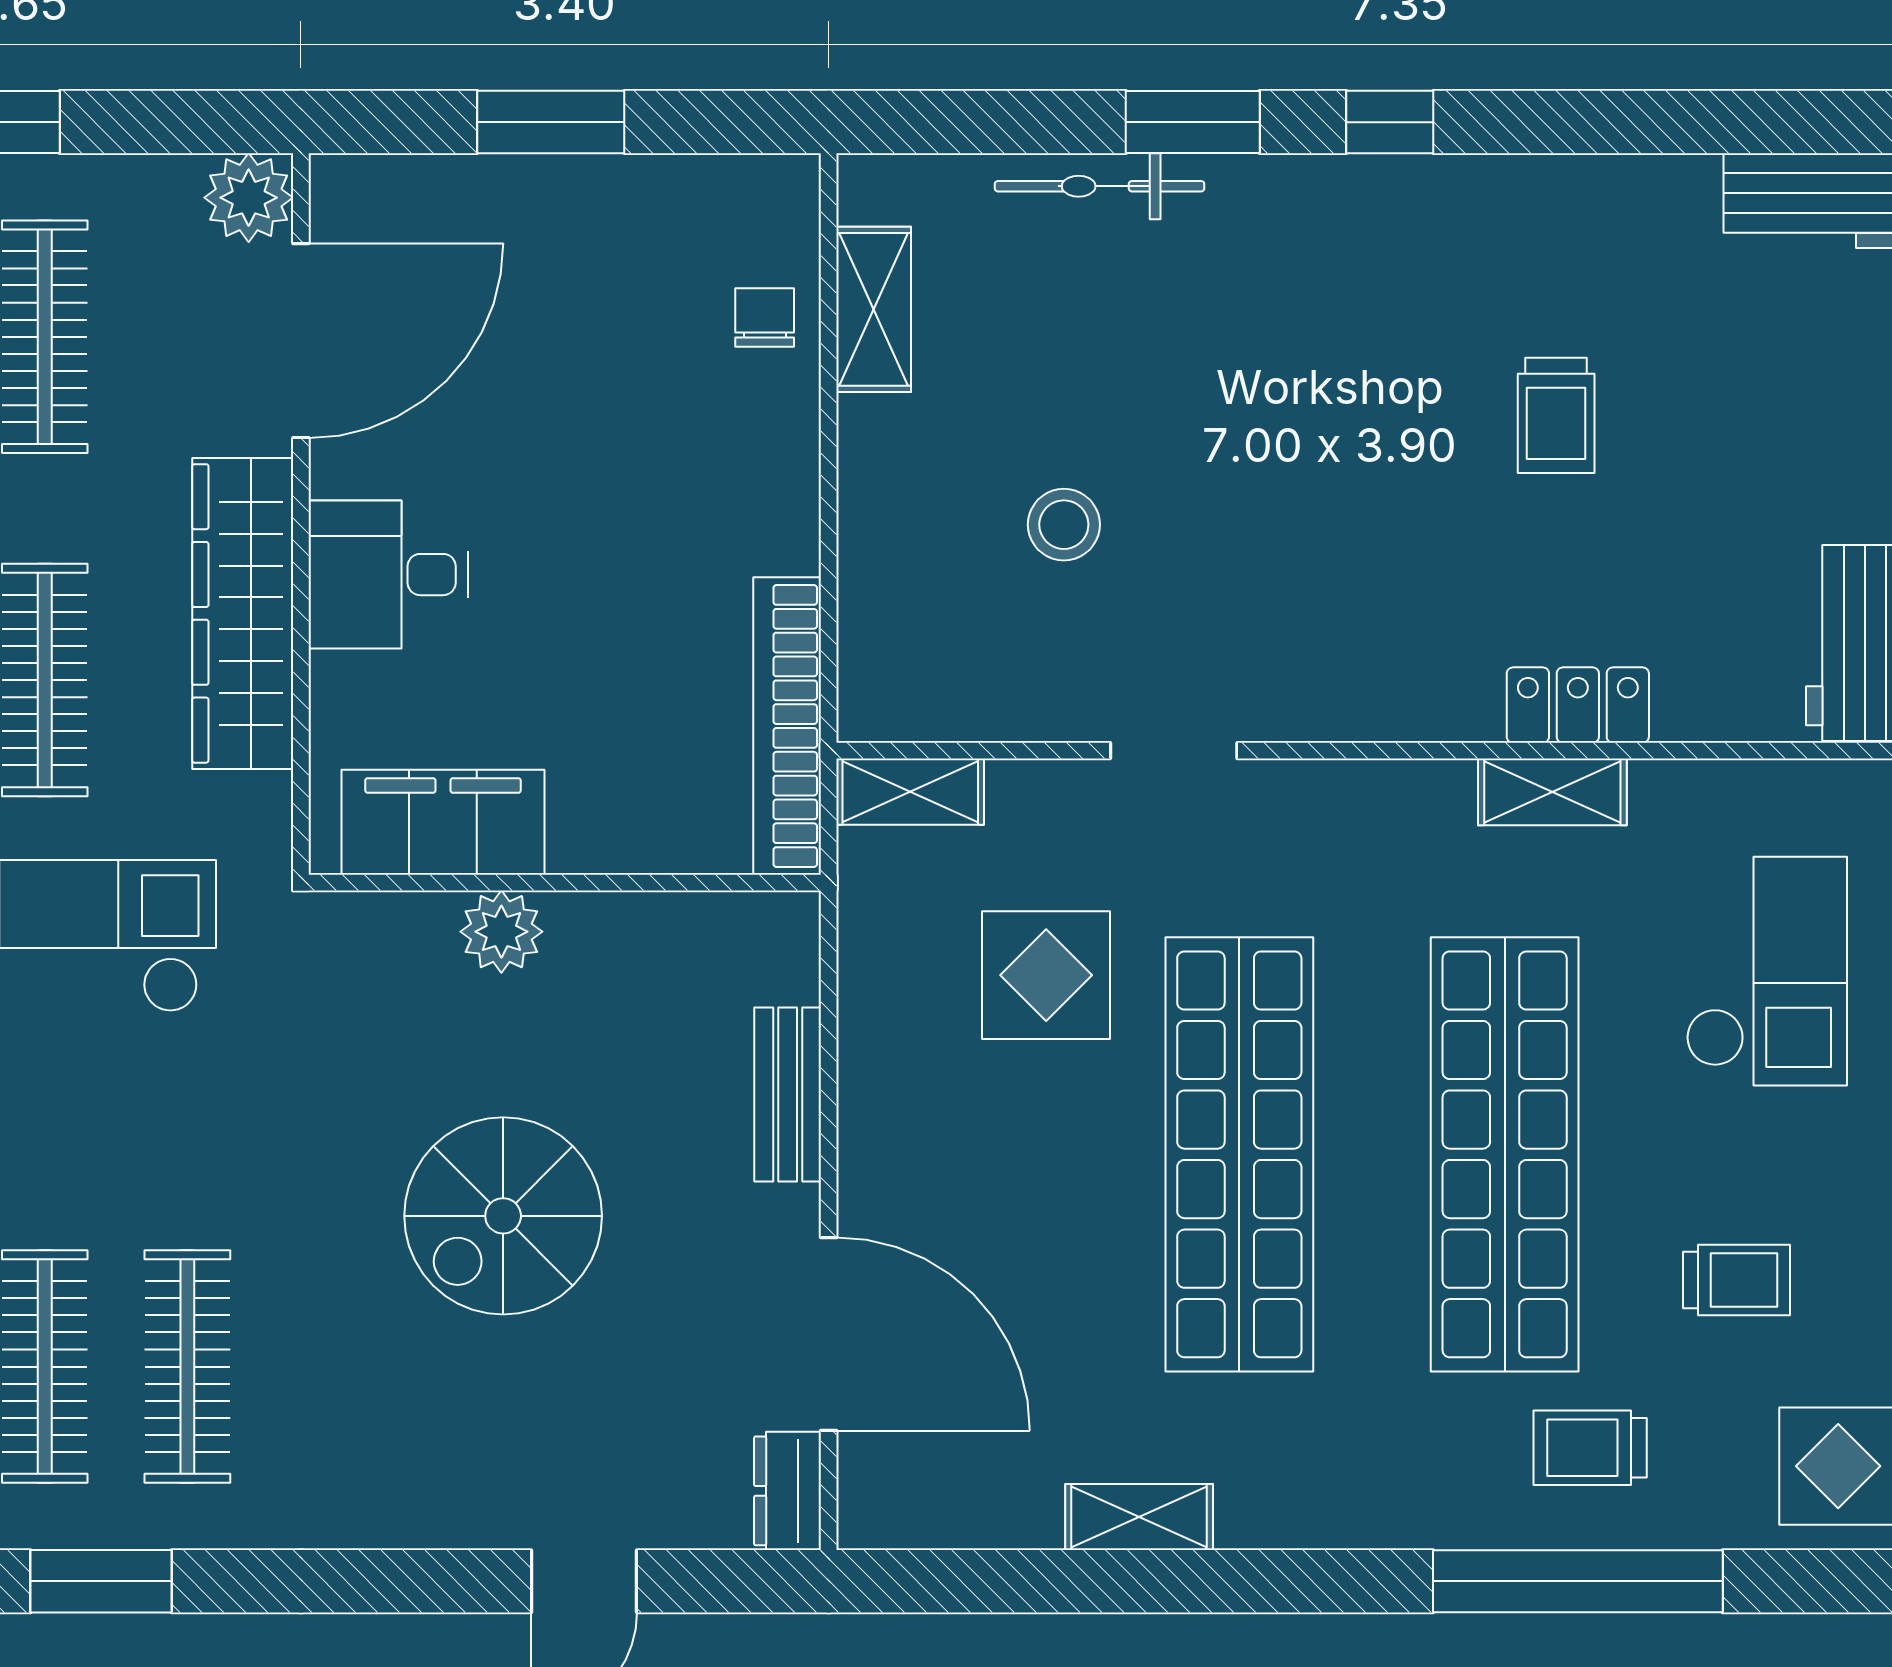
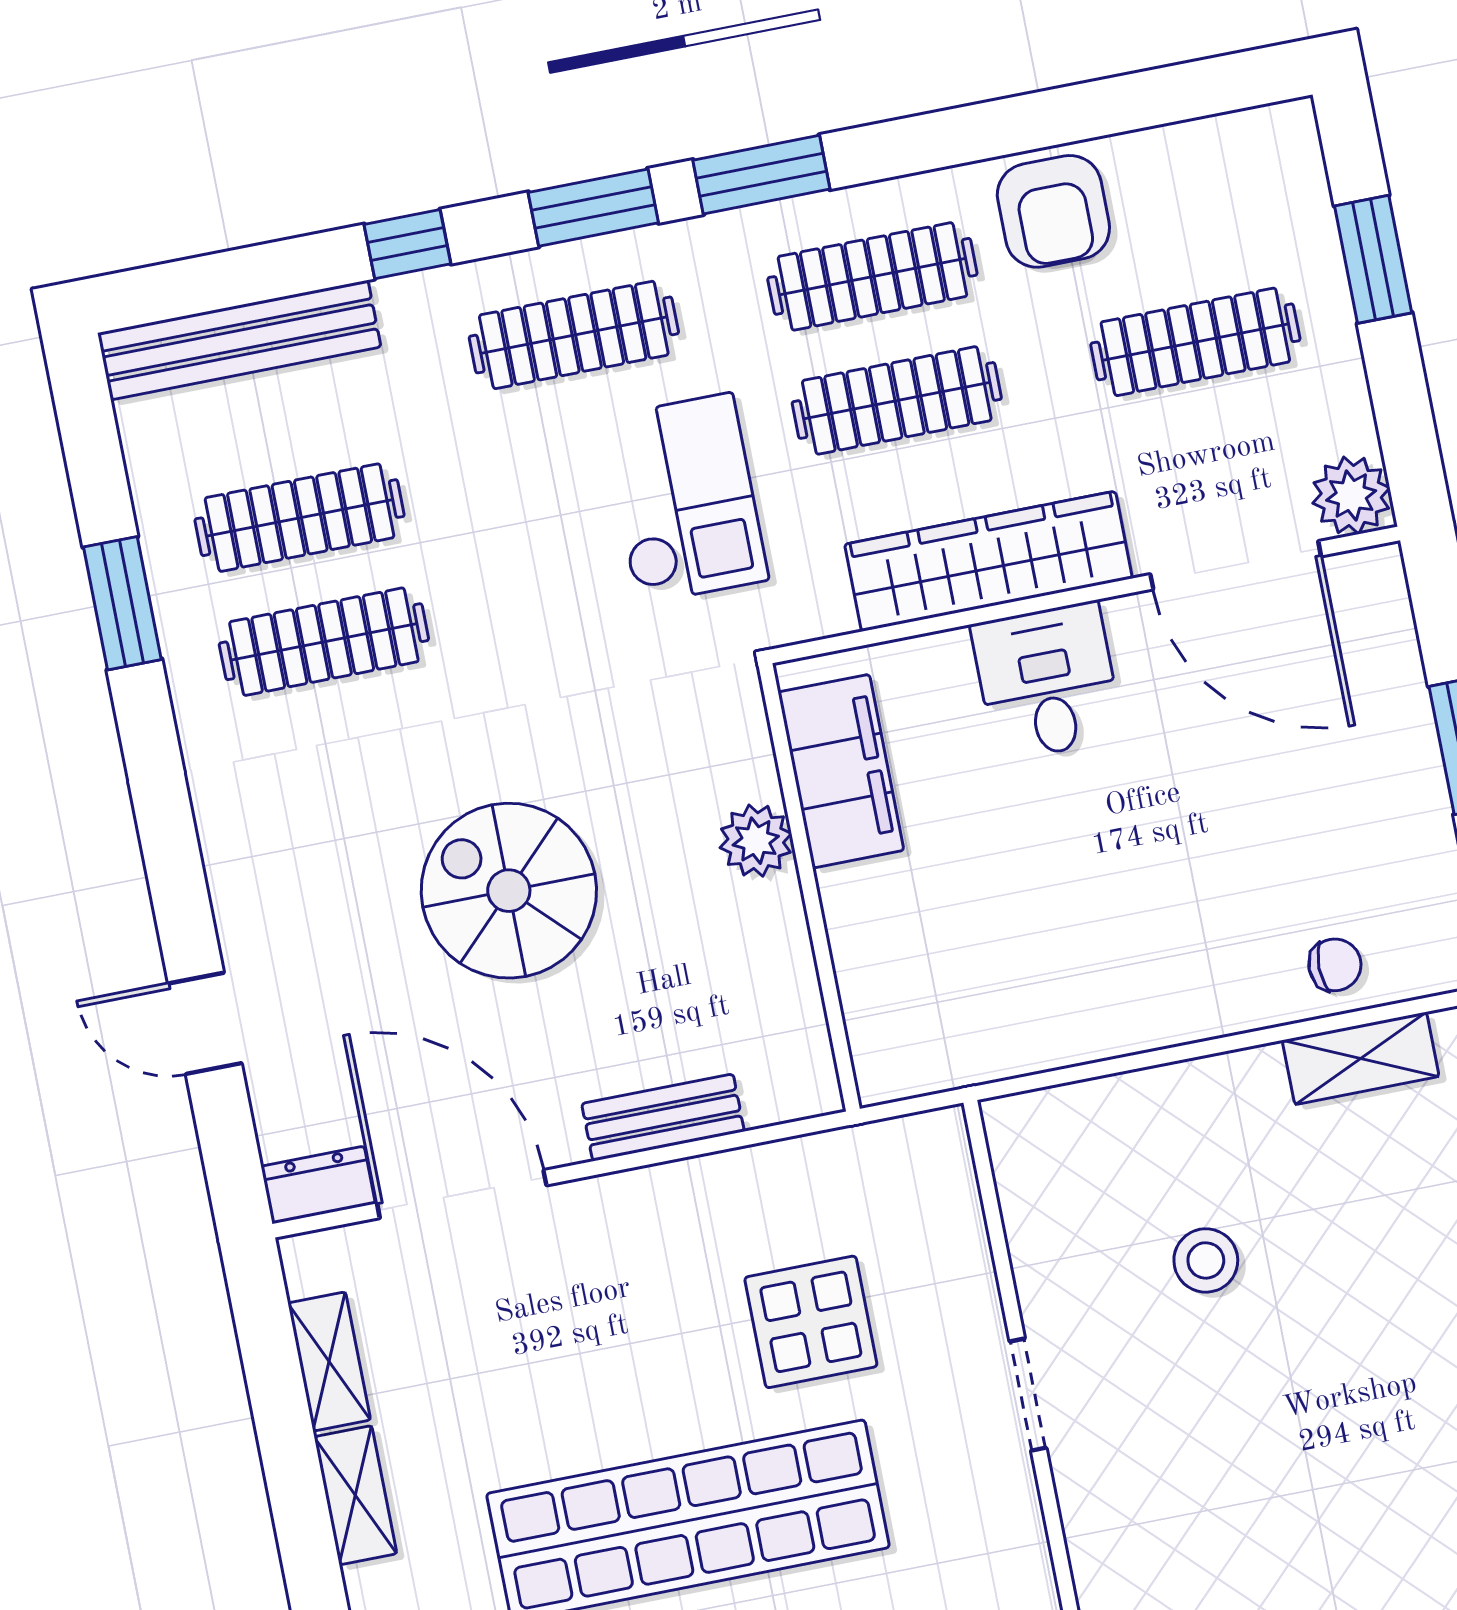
bookcase: (787, 726) -> (983, 1054), removed
shelving: (910, 792) -> (329, 1361), moved
door: (829, 1334) -> (462, 1194), swing flipped

